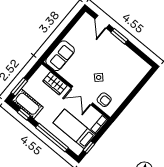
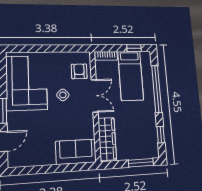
corner sofa: (124, 63) -> (26, 83), added
wardrobe: (55, 83) -> (107, 139), width x1.50
cot: (28, 104) -> (149, 140), removed

